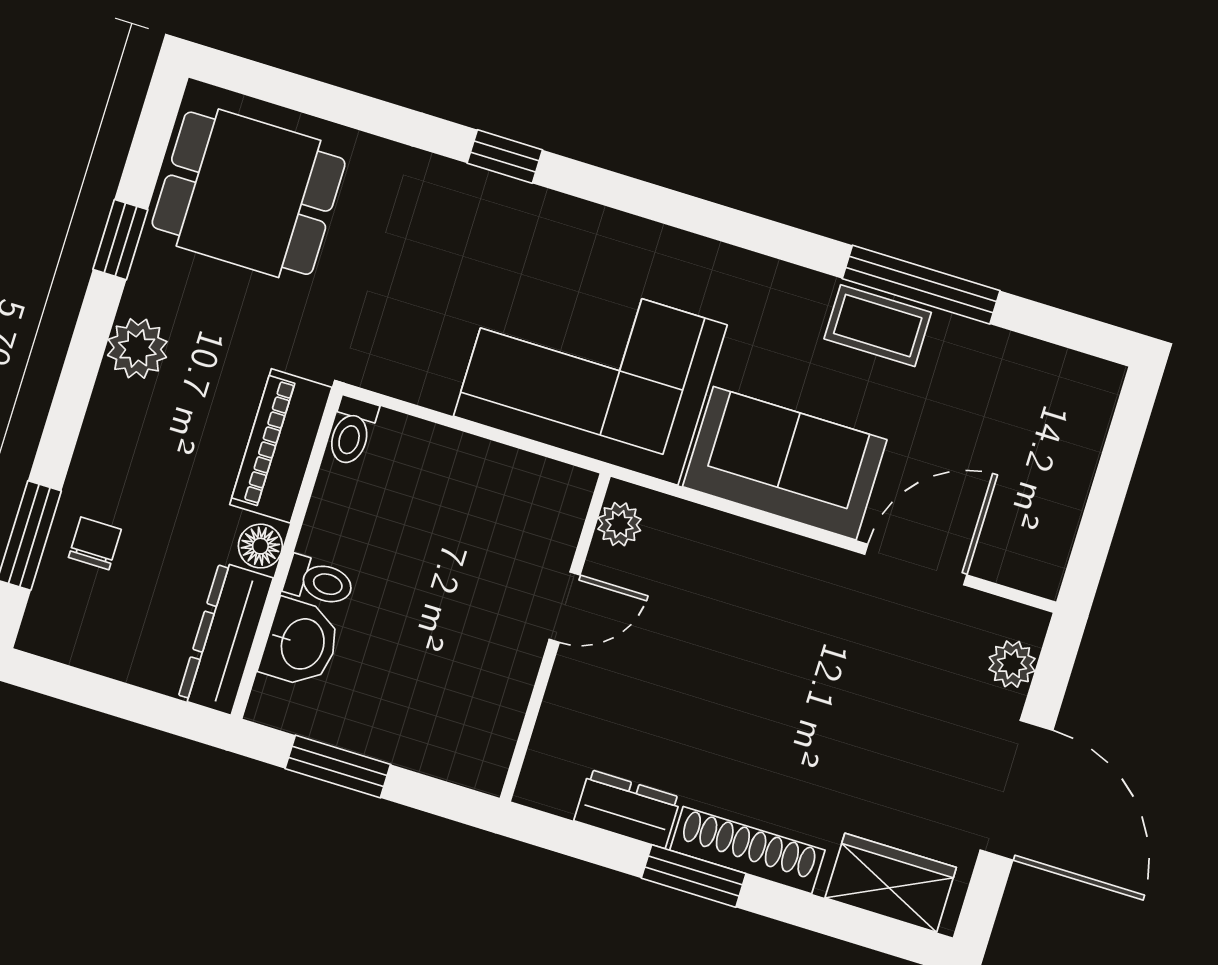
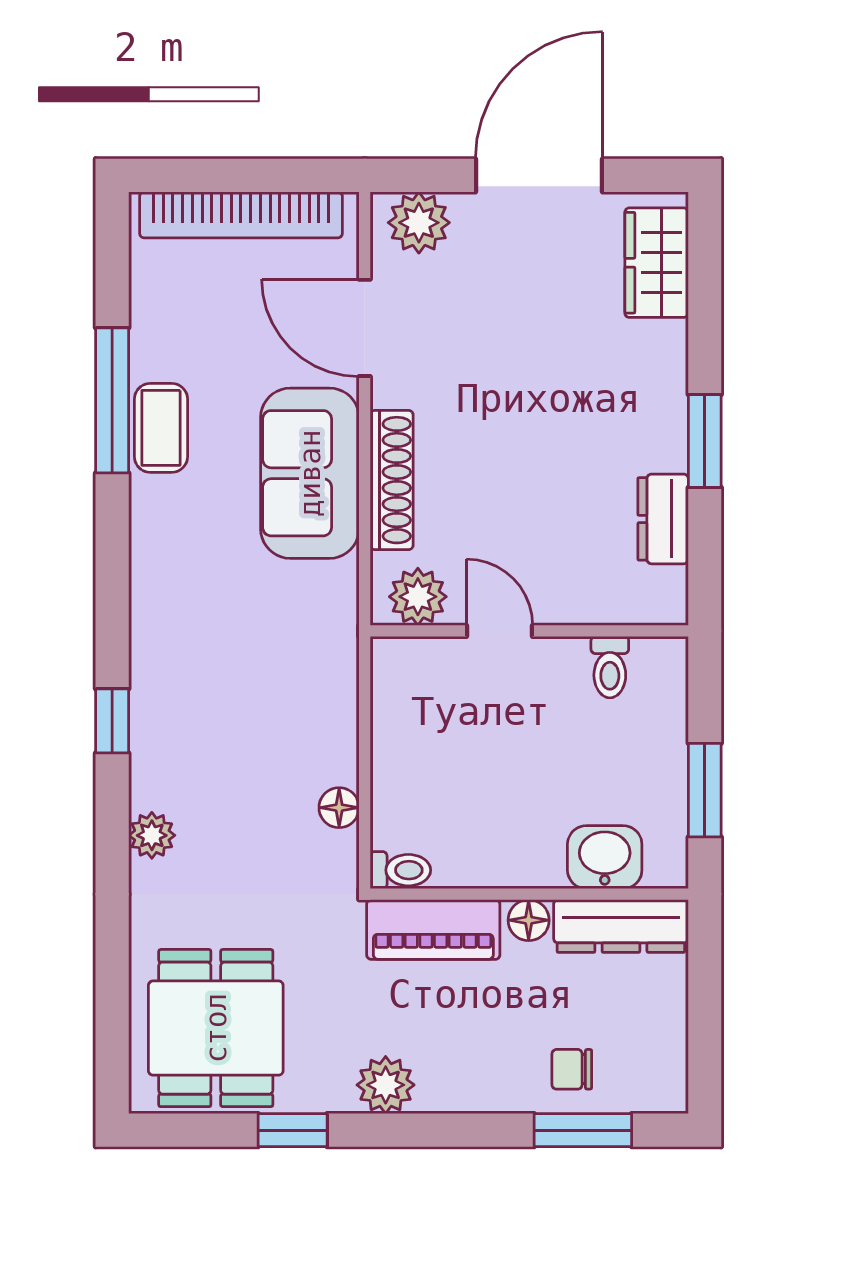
window: (505, 156) -> (112, 721), moved
plant: (465, 188) -> (152, 835), added
corner sofa: (590, 371) -> (280, 673), removed
floor lamp: (435, 388) -> (339, 808), added
bookcase: (1070, 474) -> (241, 215), added
plant: (619, 524) -> (418, 597), width x1.38, depth x1.38
toilet: (319, 581) -> (610, 667), moved, turned 180
plant: (1012, 664) -> (419, 223), width x1.38, depth x1.38
shoe rack: (747, 850) -> (392, 480), moved, turned 180

